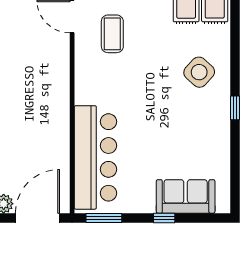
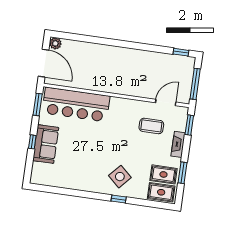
window: (235, 108) -> (119, 199), moved
sofa: (186, 196) -> (46, 144), moved

